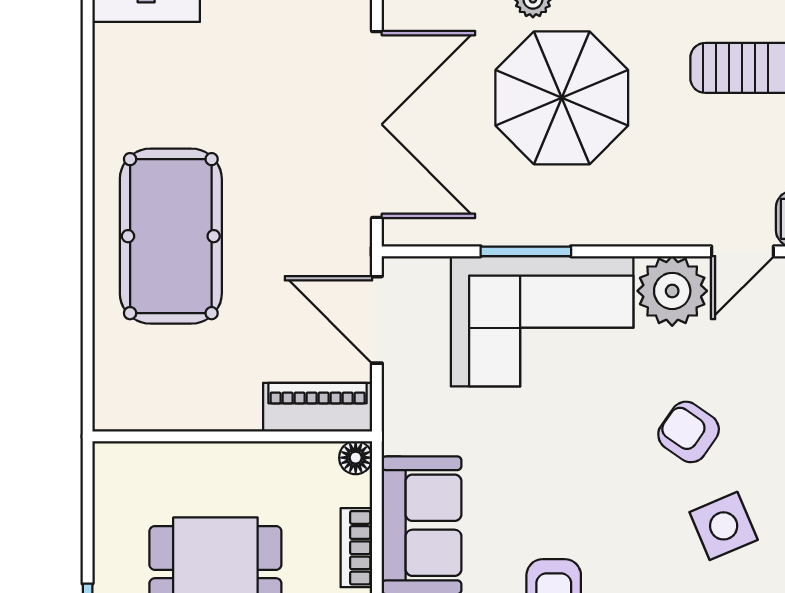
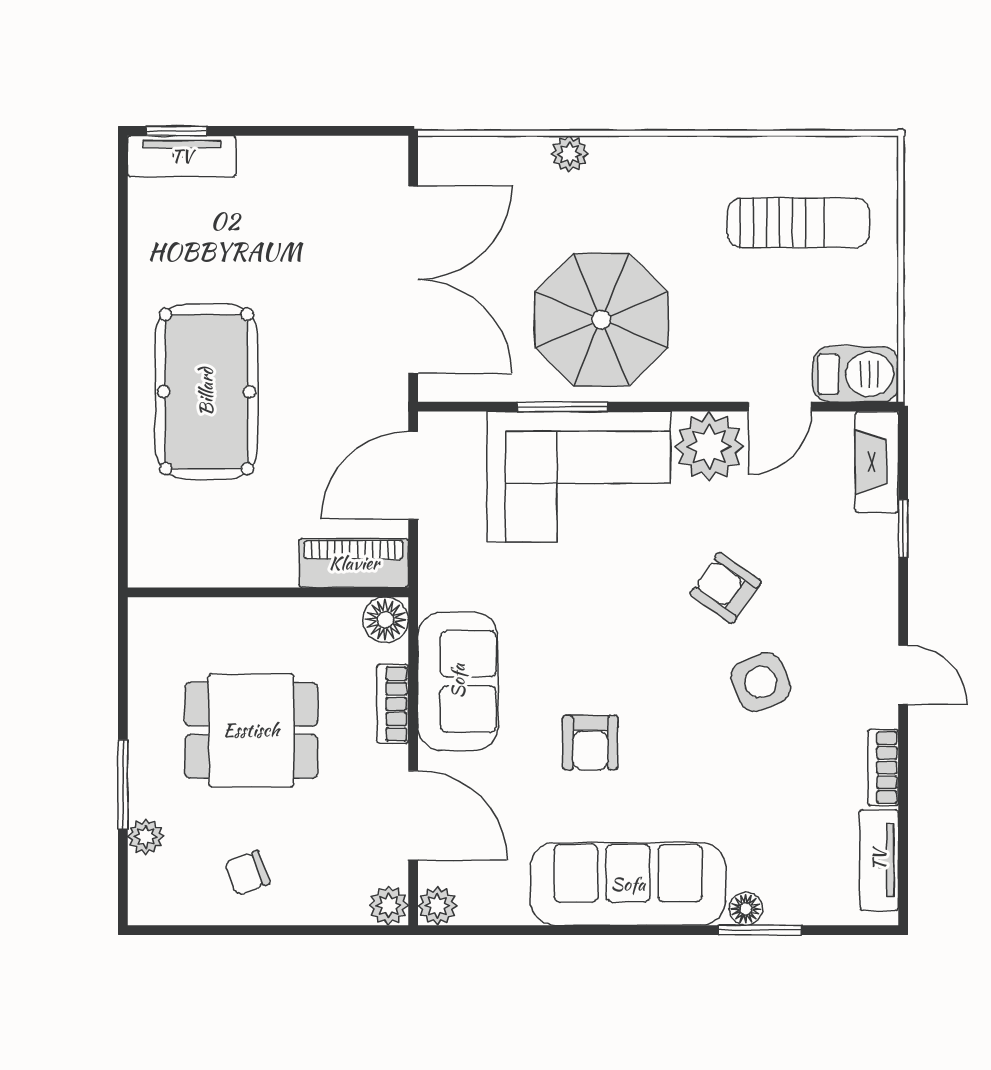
parasol: (562, 98) -> (601, 320), moved
door: (377, 320) -> (413, 475), hinge flipped
floor lamp: (356, 458) -> (386, 620), width x1.37, depth x1.37

